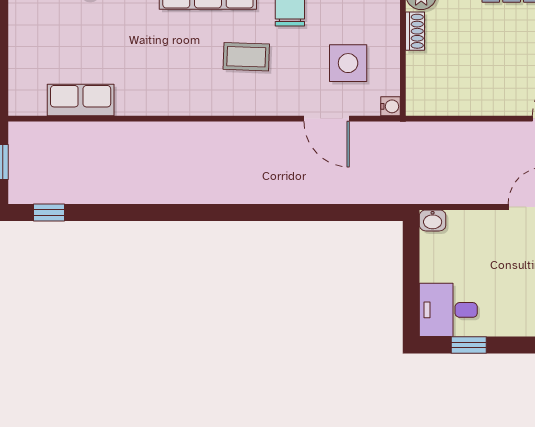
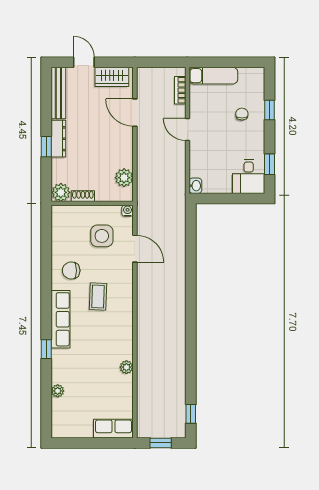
row of seats: (81, 100) -> (113, 429), moved, turned 90
plant: (446, 100) -> (124, 178), added
plant: (127, 105) -> (126, 367), added
door: (327, 119) -> (135, 249), hinge flipped

